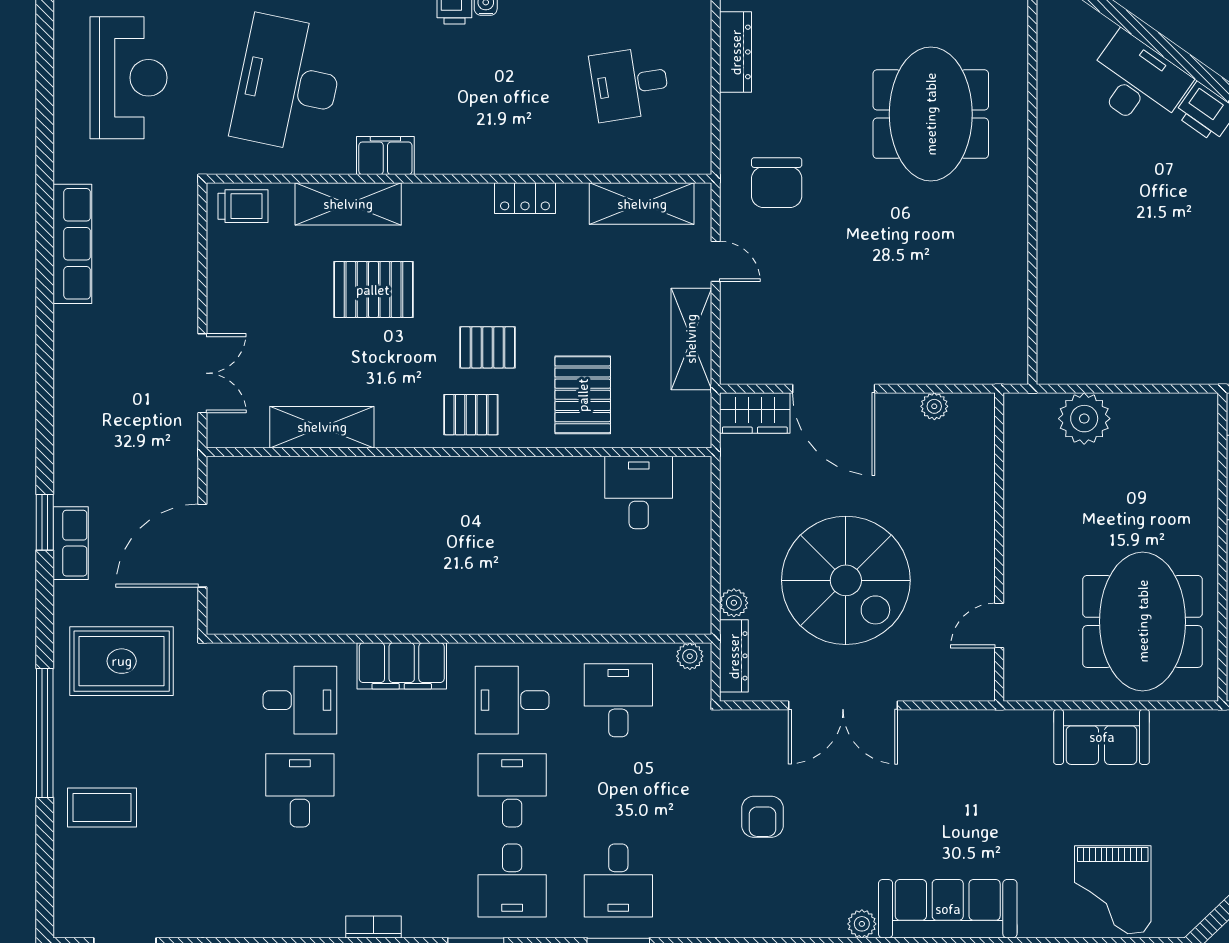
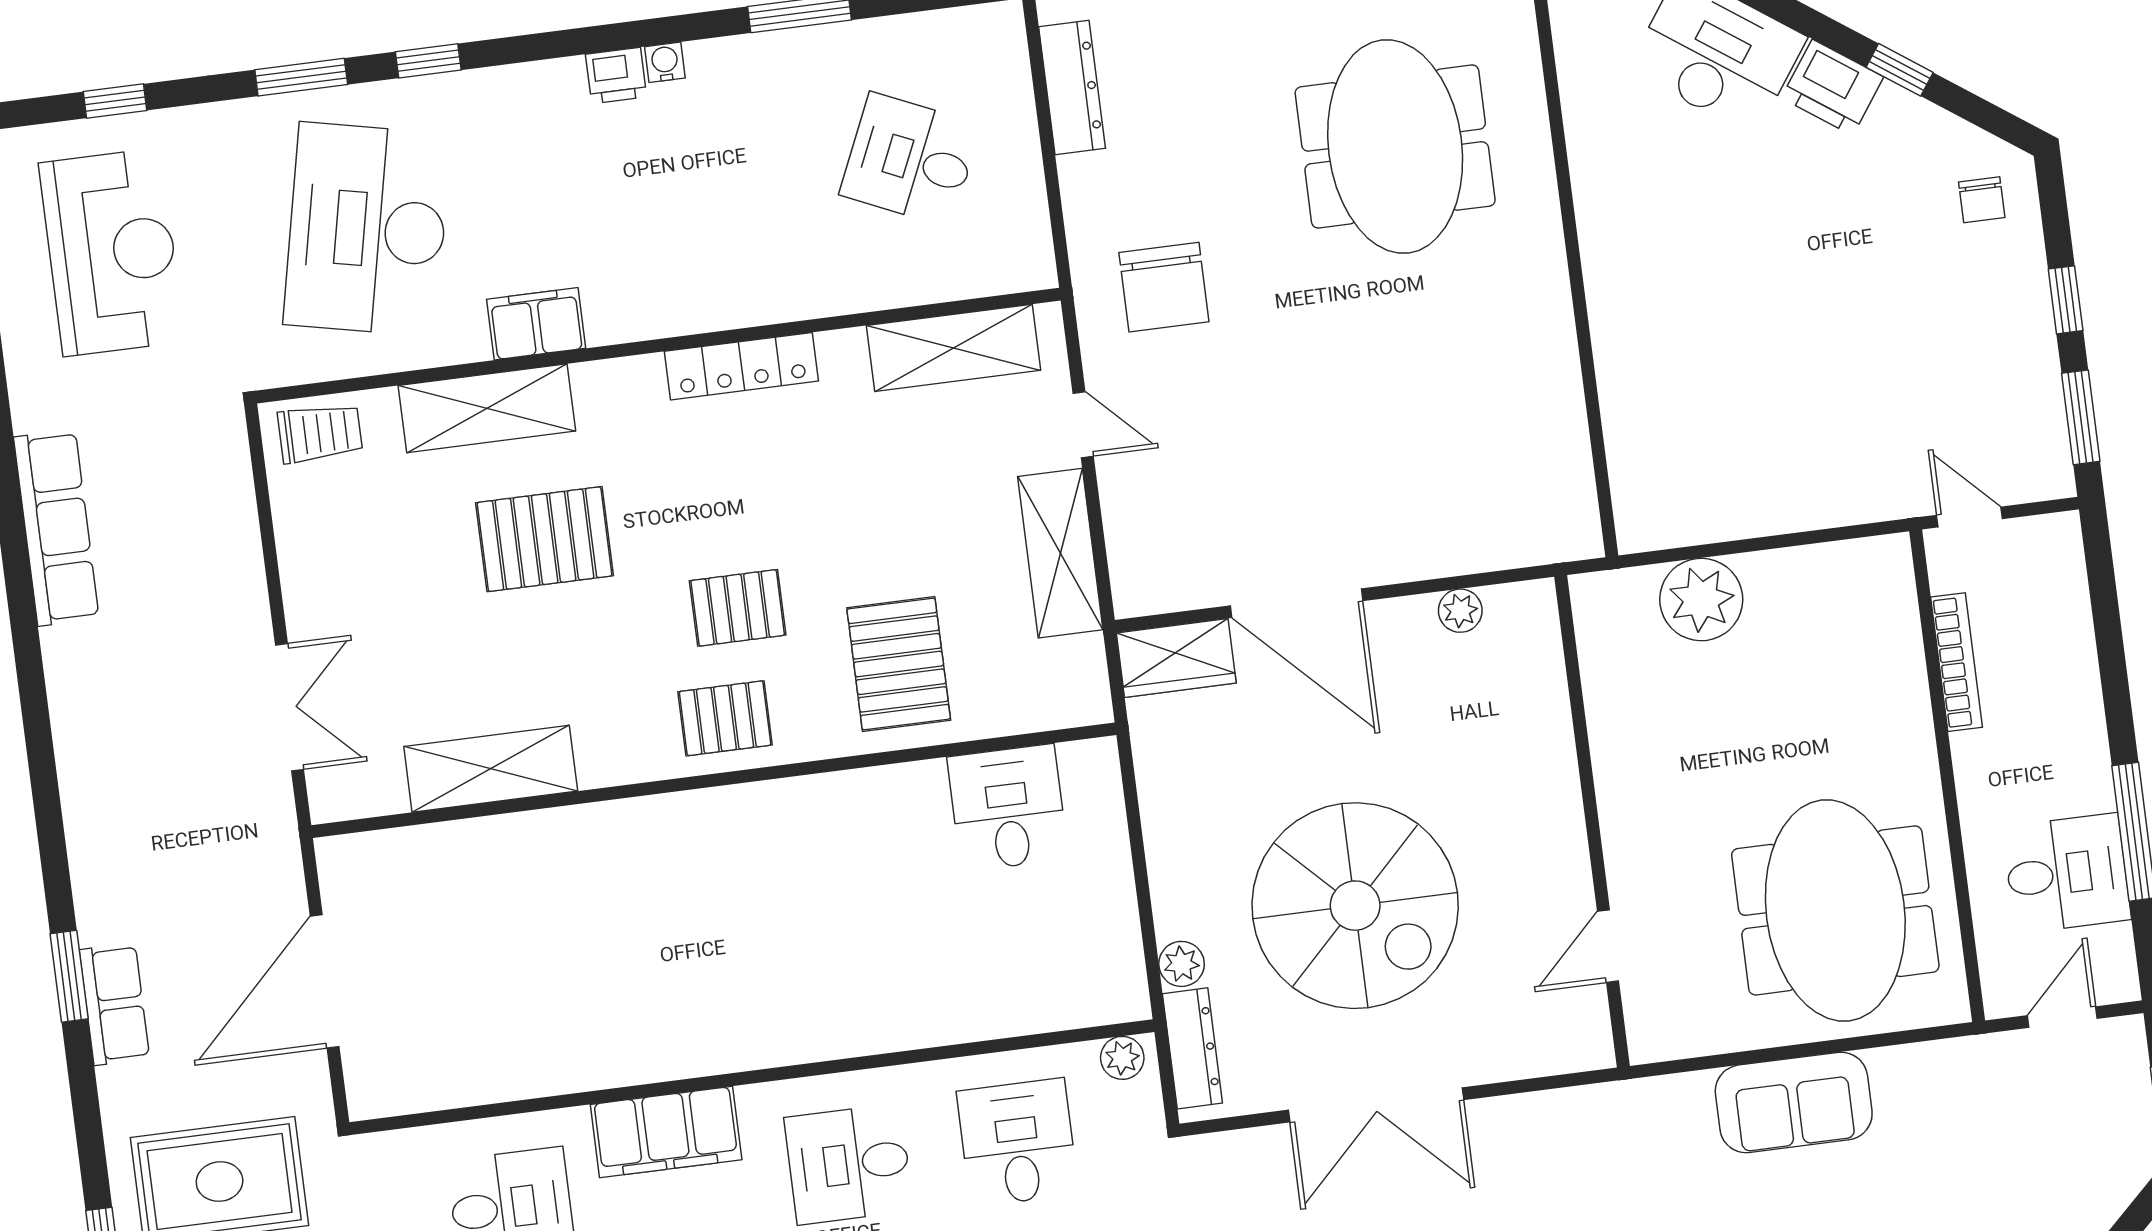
desk: (630, 84) -> (910, 160), turned 33
locker: (525, 198) -> (741, 366), width x1.53

